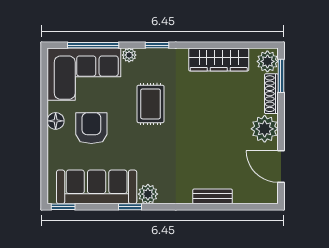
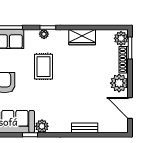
plant: (129, 55) -> (44, 34), moved
wardrobe: (219, 60) -> (82, 37), width x0.67

